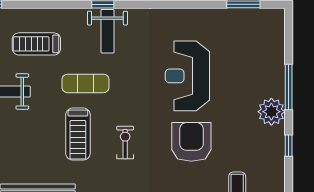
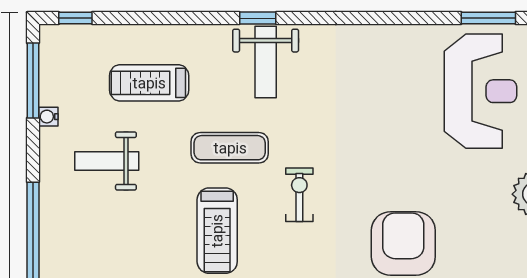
reception desk: (187, 76) -> (480, 91), moved, turned 180
exercise bike: (125, 143) -> (299, 195), moved

